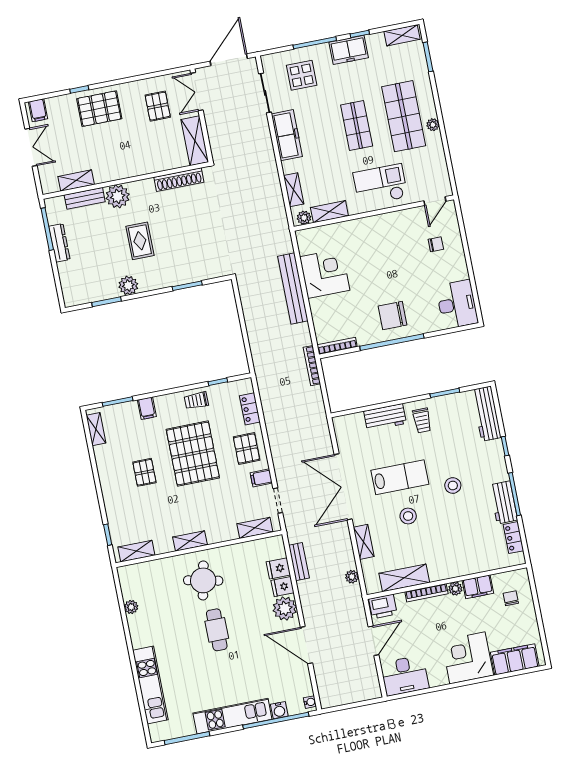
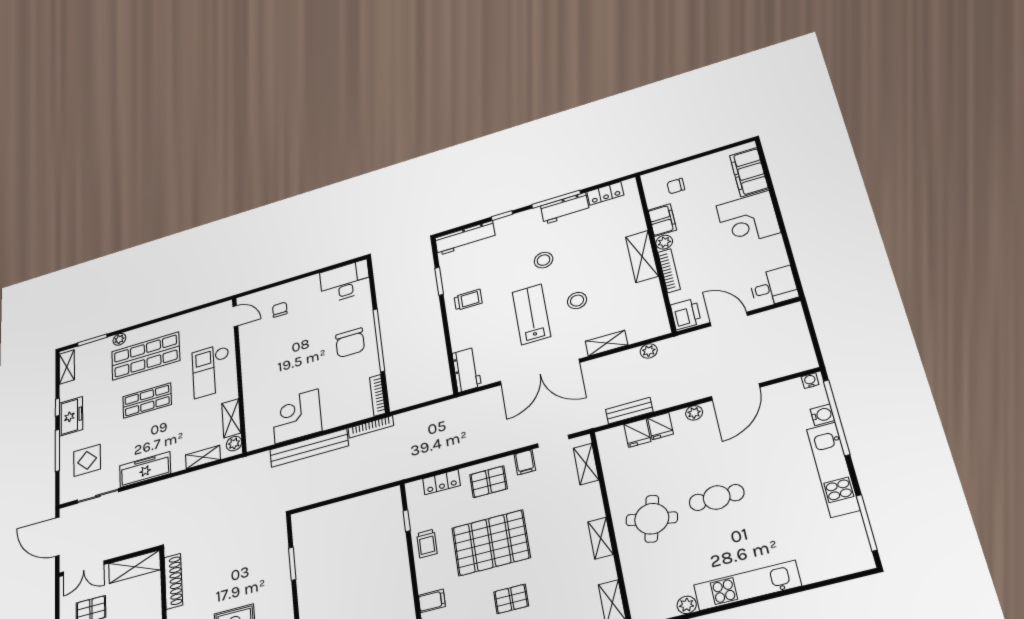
plant: (433, 125) -> (119, 339), moved
bookcase: (312, 366) -> (371, 427), moved
workbench: (385, 417) -> (467, 370), moved
shelving: (404, 578) -> (642, 257), moved
plant: (285, 609) -> (694, 413), width x0.53, depth x0.53
desk: (405, 676) -> (774, 287), width x0.73
kitchen unit: (150, 685) -> (747, 585), moved

